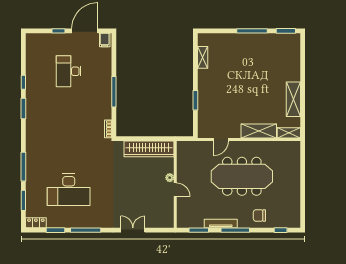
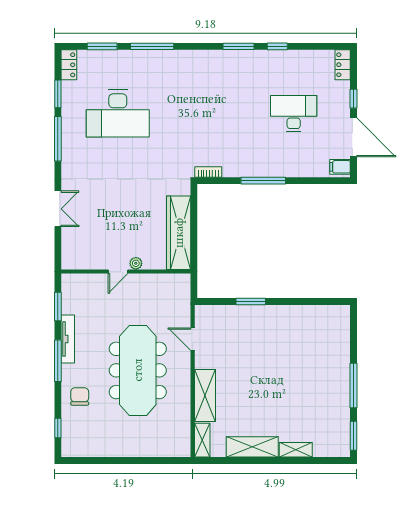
locker: (36, 38) -> (343, 65), added
shelving: (203, 57) -> (296, 450), moved
desk: (69, 190) -> (118, 114), turned -90

